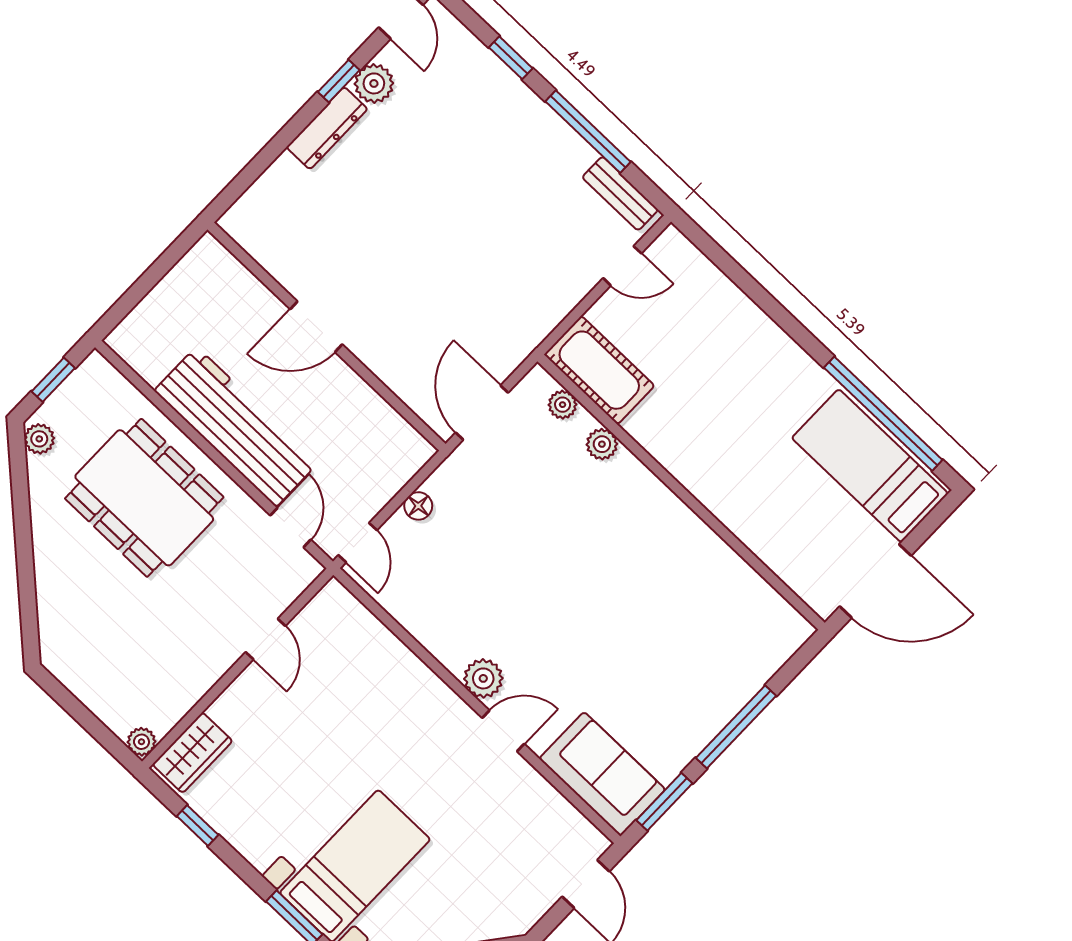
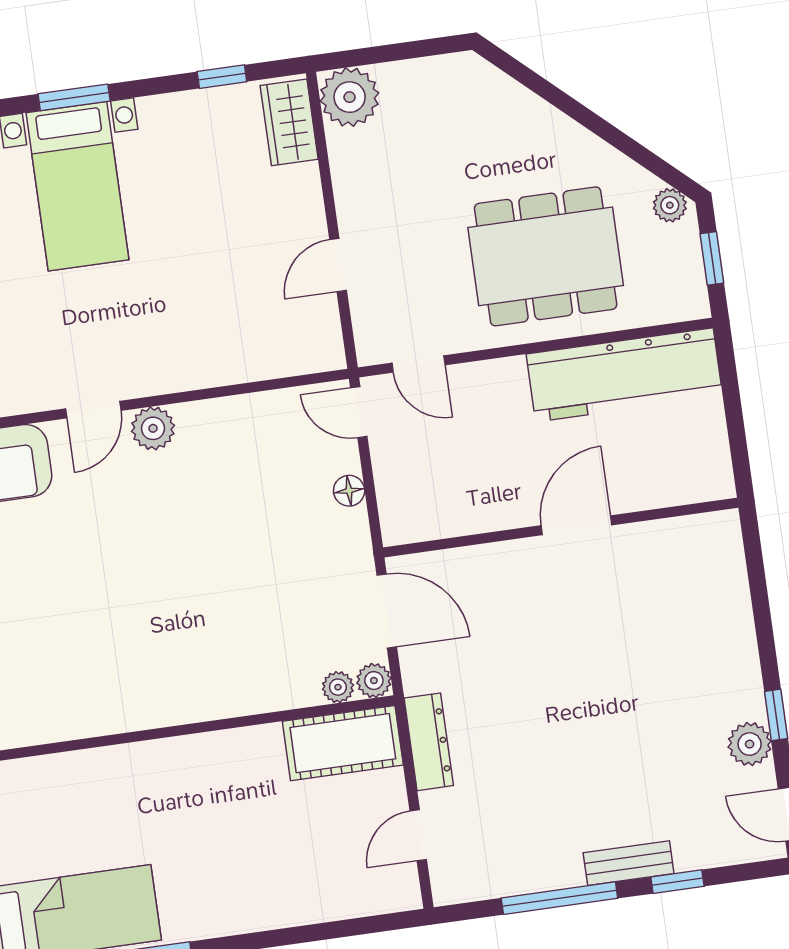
dresser: (327, 128) -> (429, 742), moved, turned 180
bench: (620, 193) -> (629, 863), moved
workbench: (236, 427) -> (624, 375), moved
plant: (602, 444) -> (374, 681), moved
door: (266, 639) -> (338, 265), hinge flipped
plant: (141, 742) -> (350, 97), width x1.87, depth x1.87

